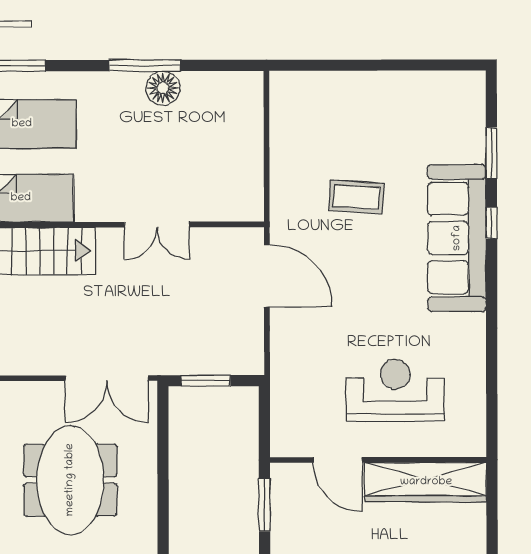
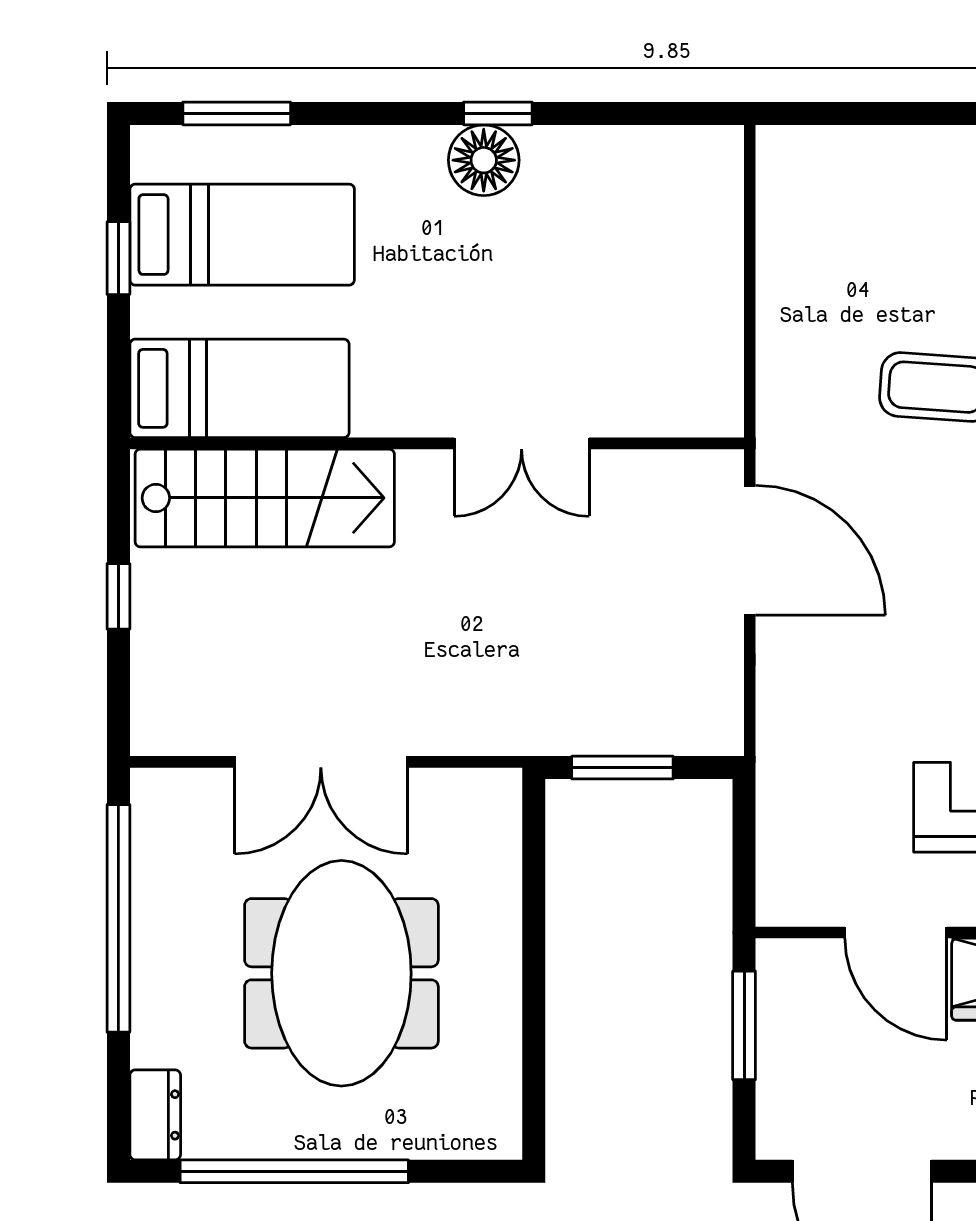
window: (145, 66) -> (498, 113), width x0.46
floor lamp: (163, 88) -> (484, 160), moved
double door: (107, 378) -> (321, 762), moved

